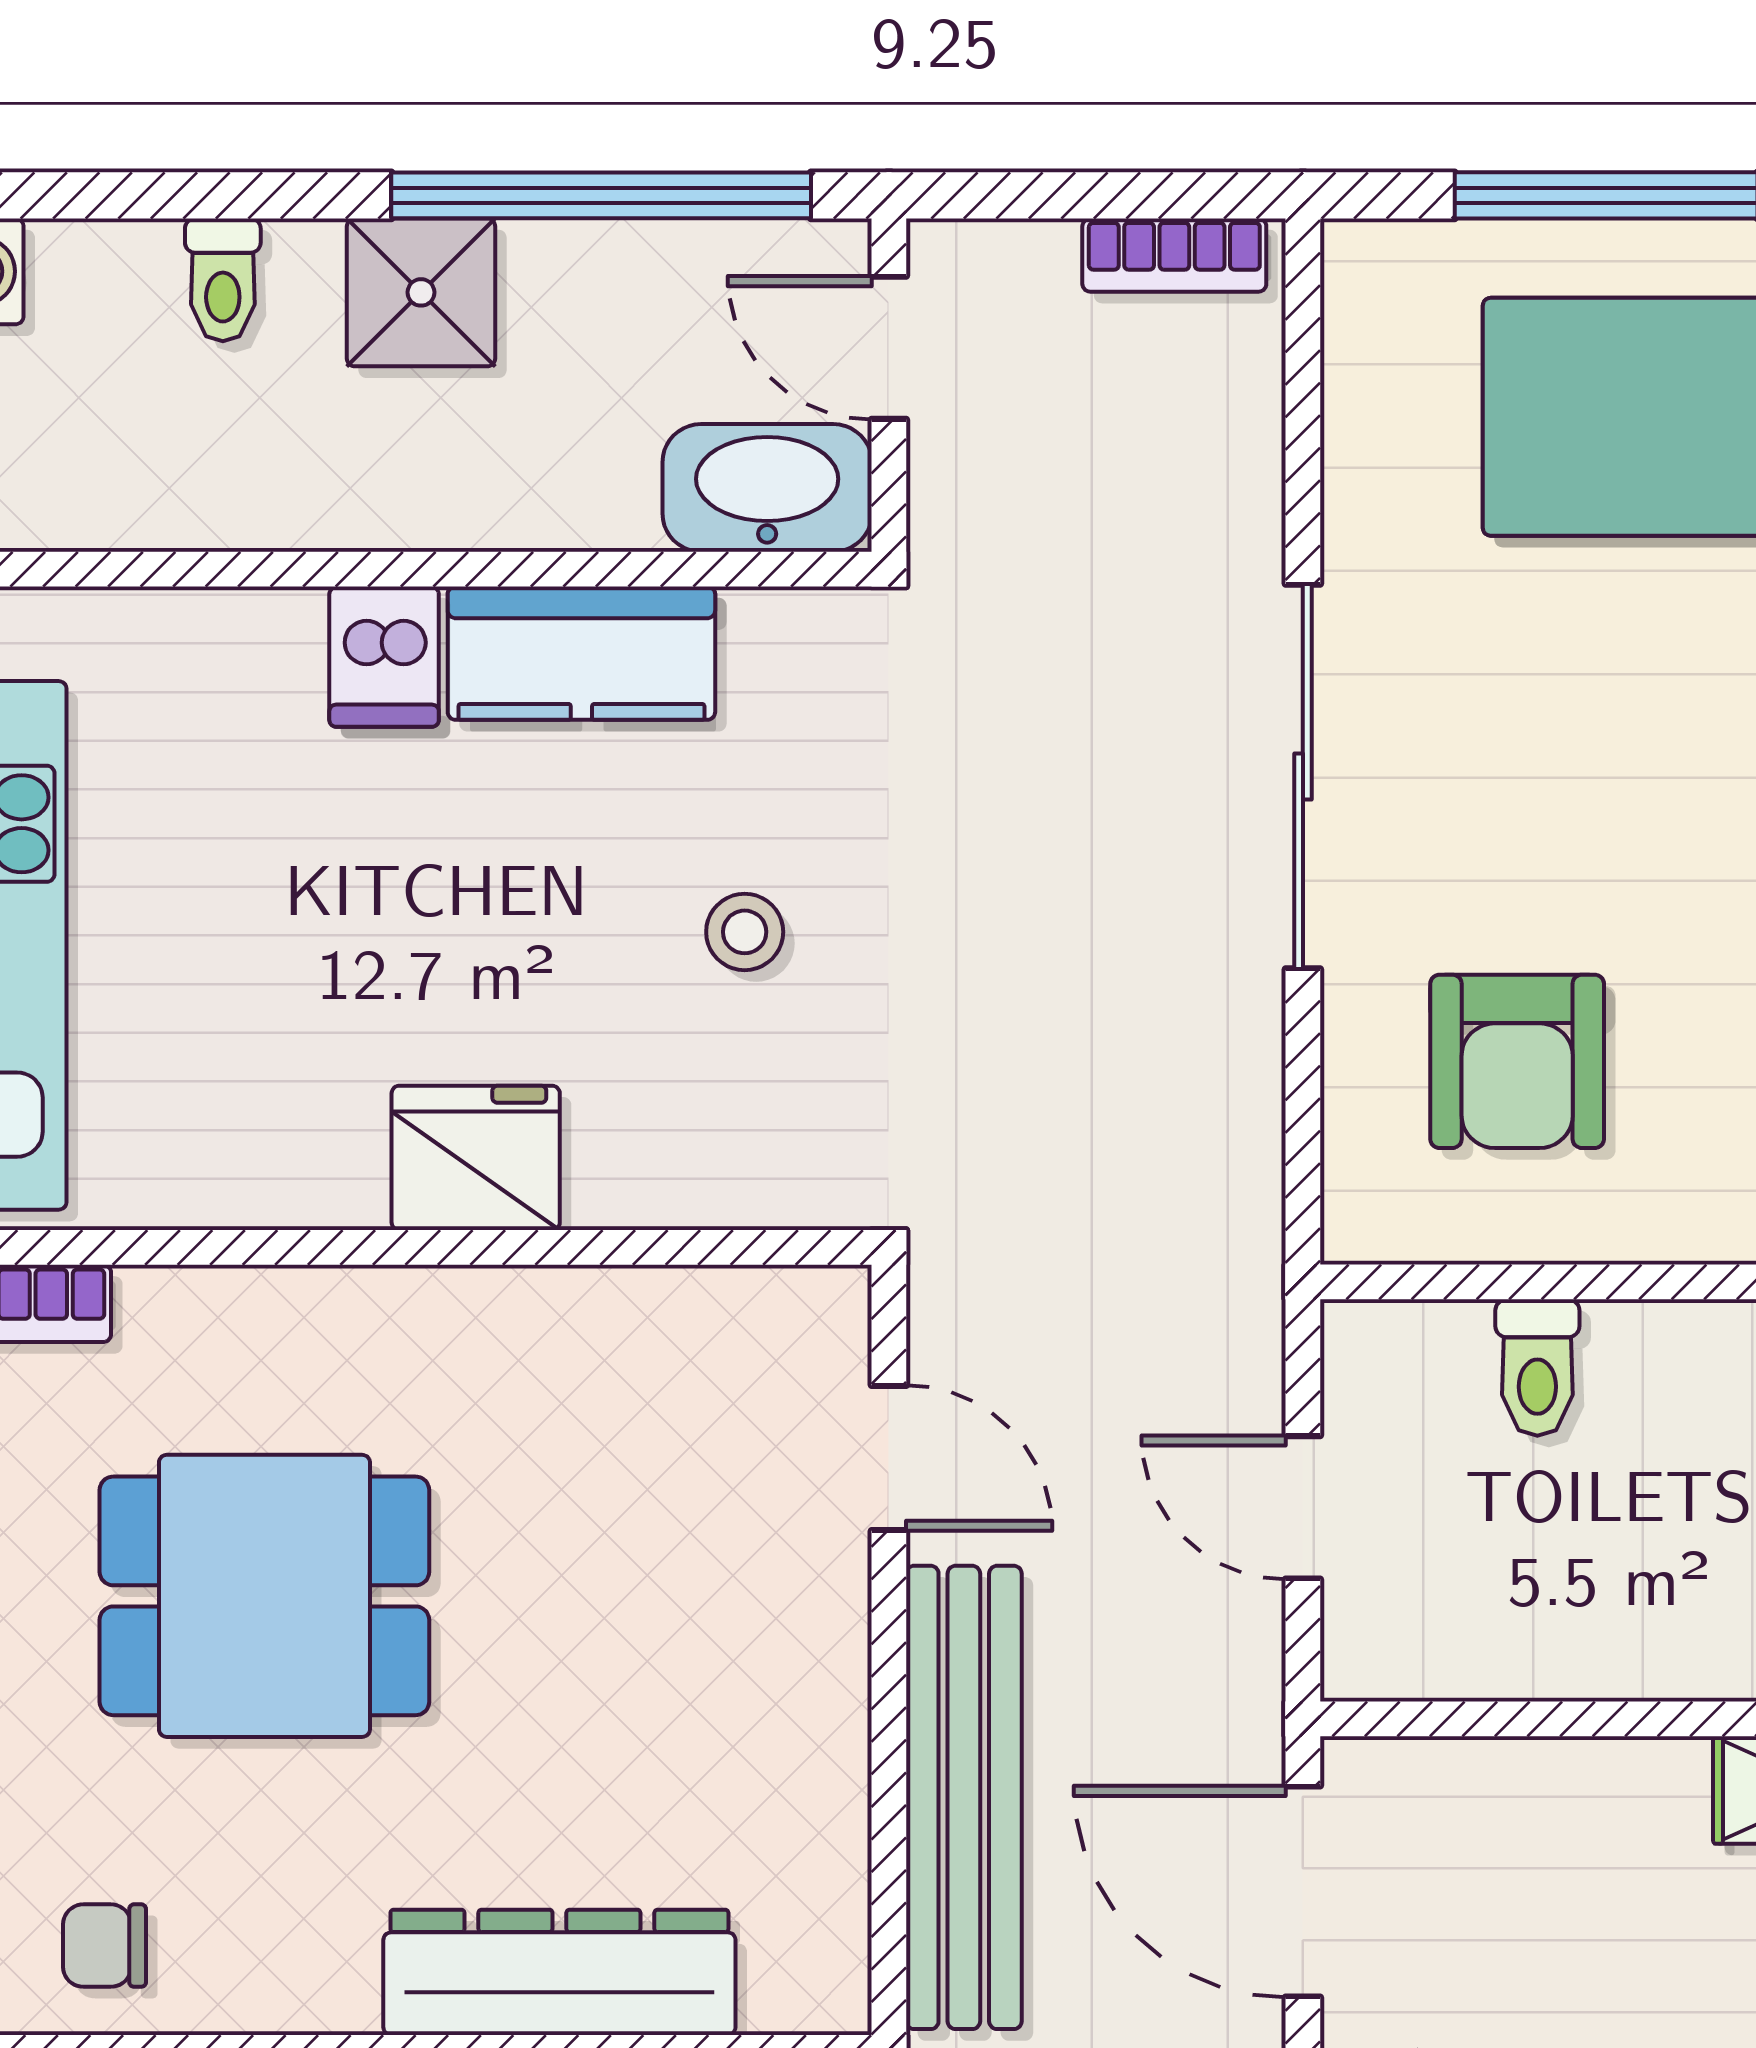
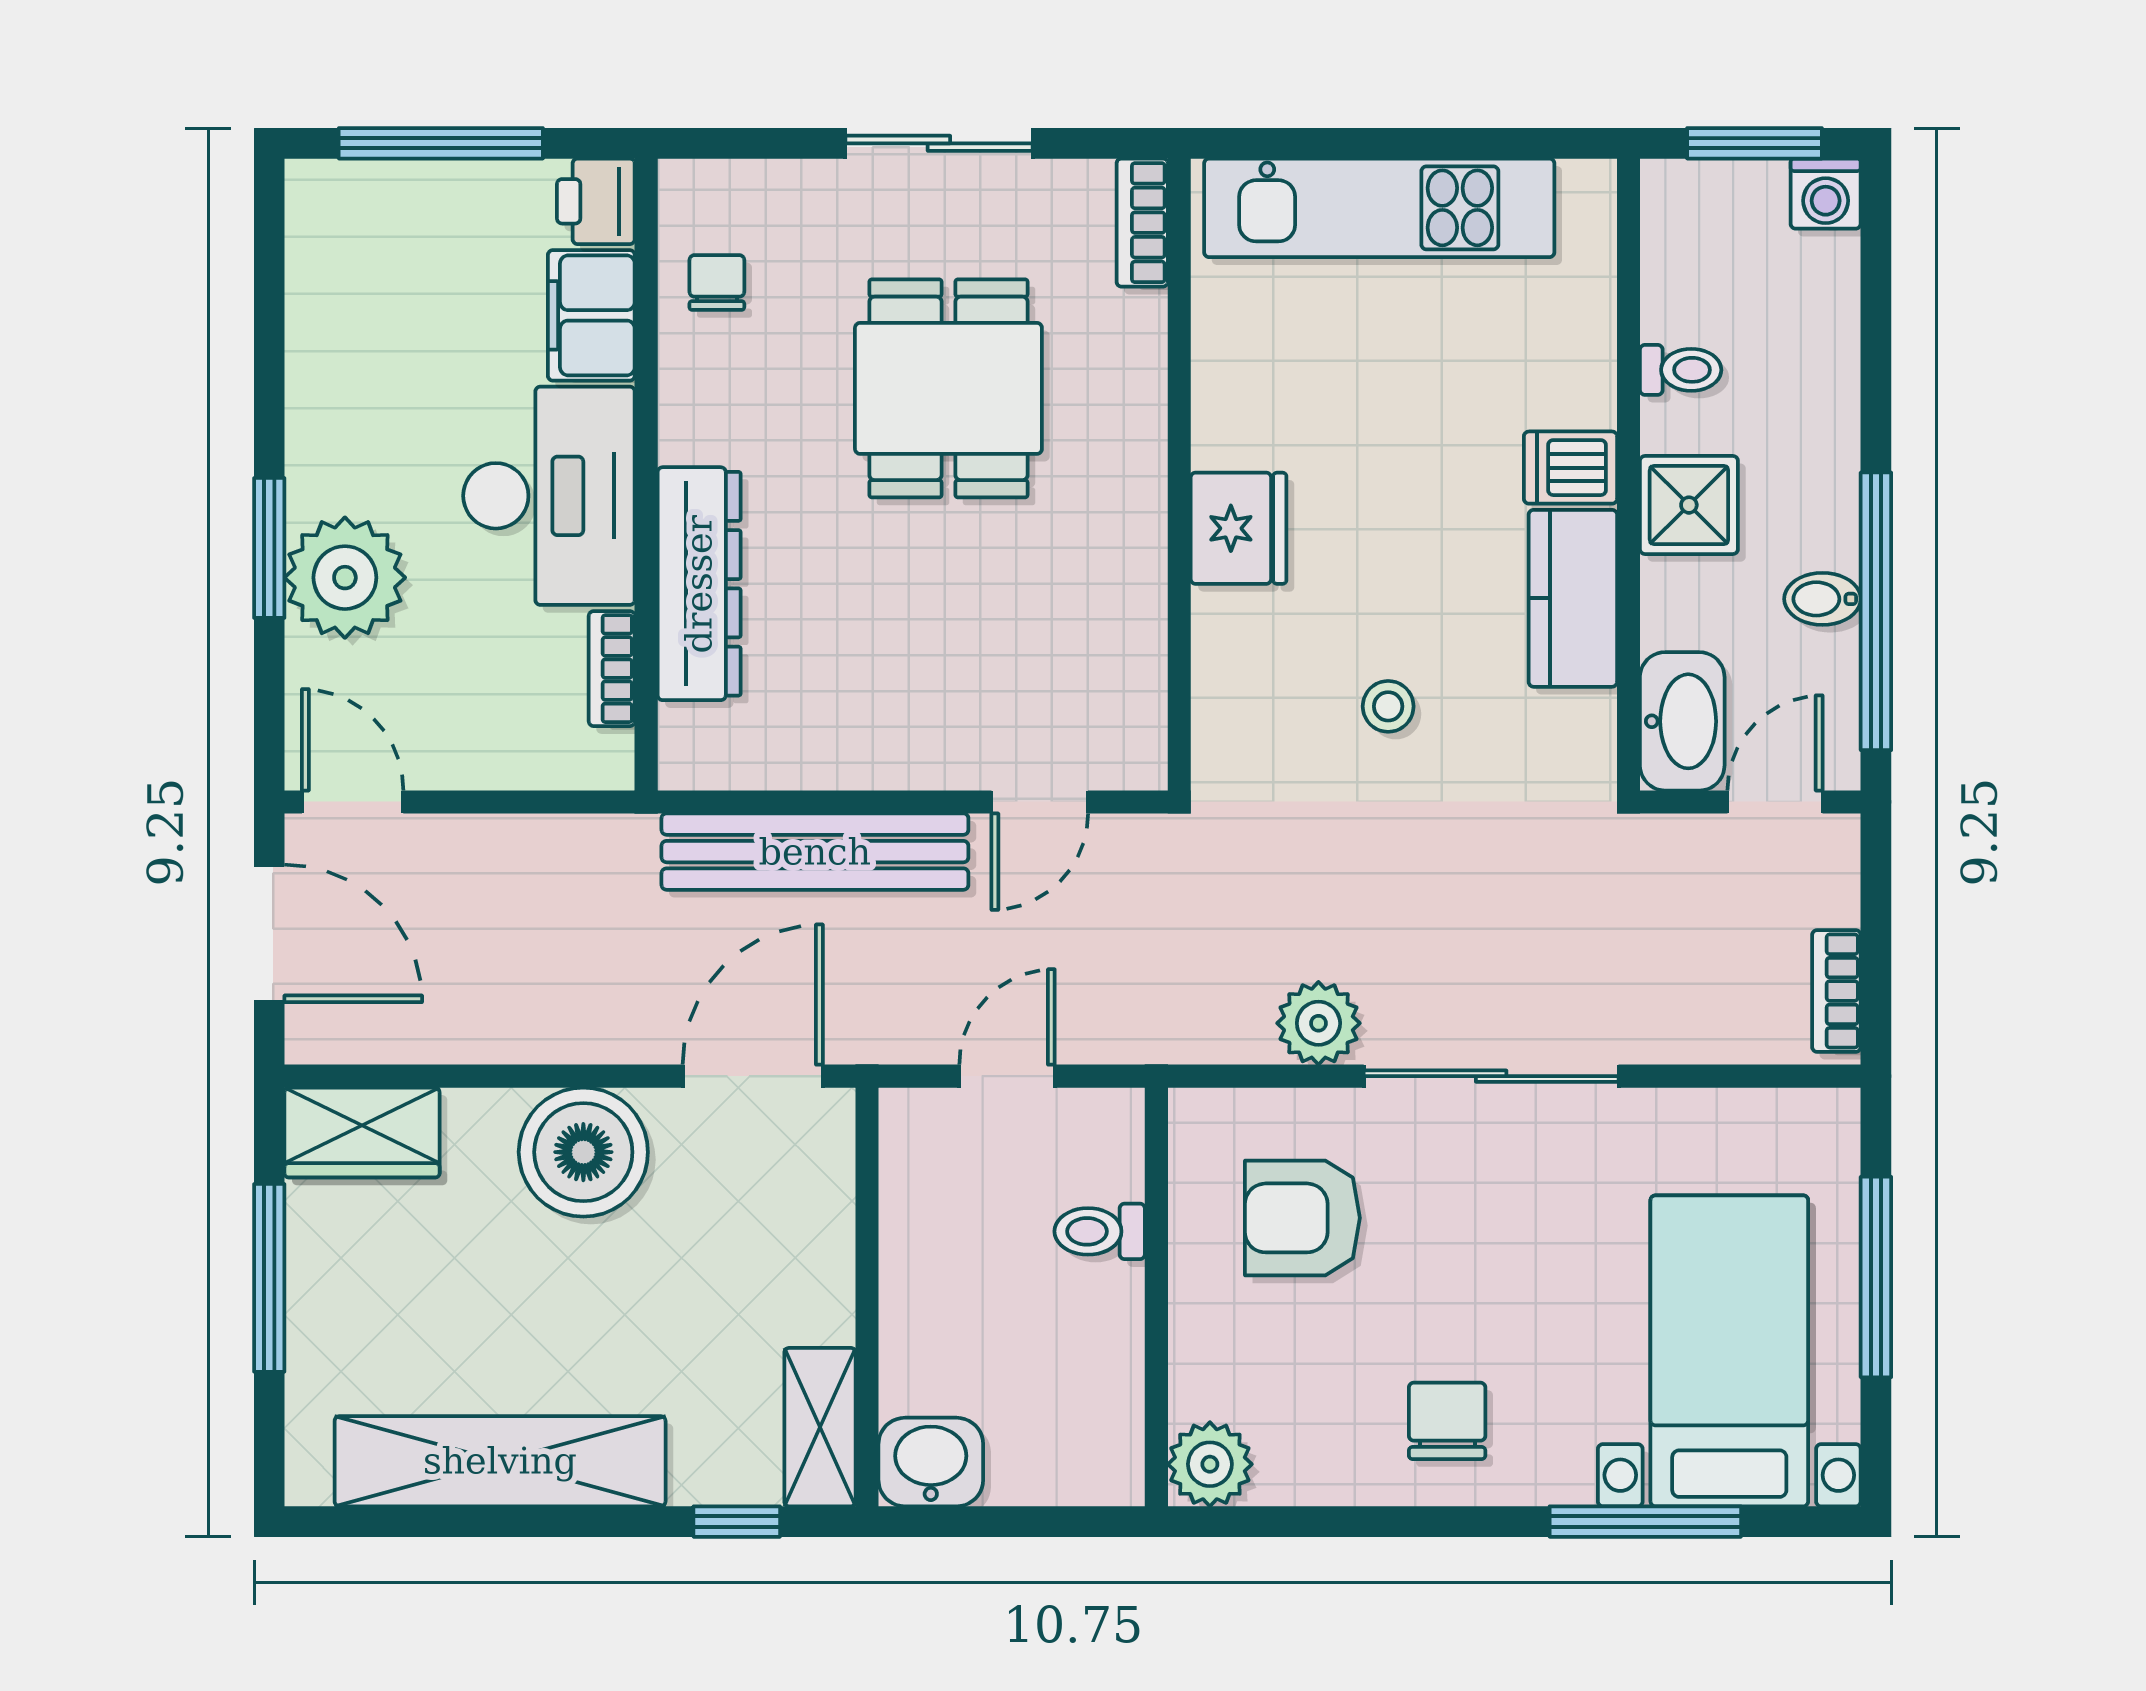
bidet: (582, 276) -> (1822, 599), added
toilet: (223, 280) -> (1681, 370), moved, turned 180
shower: (421, 292) -> (1689, 505), moved
plant: (1223, 1037) -> (1318, 1023), added

